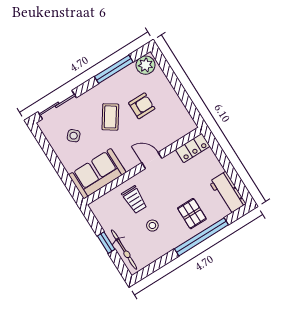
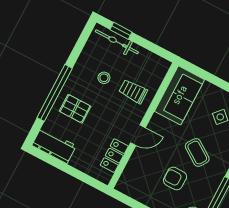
armchair: (142, 106) -> (175, 179), turned 90
locker: (193, 148) -> (114, 156), moved
window: (106, 243) -> (121, 31), moved

